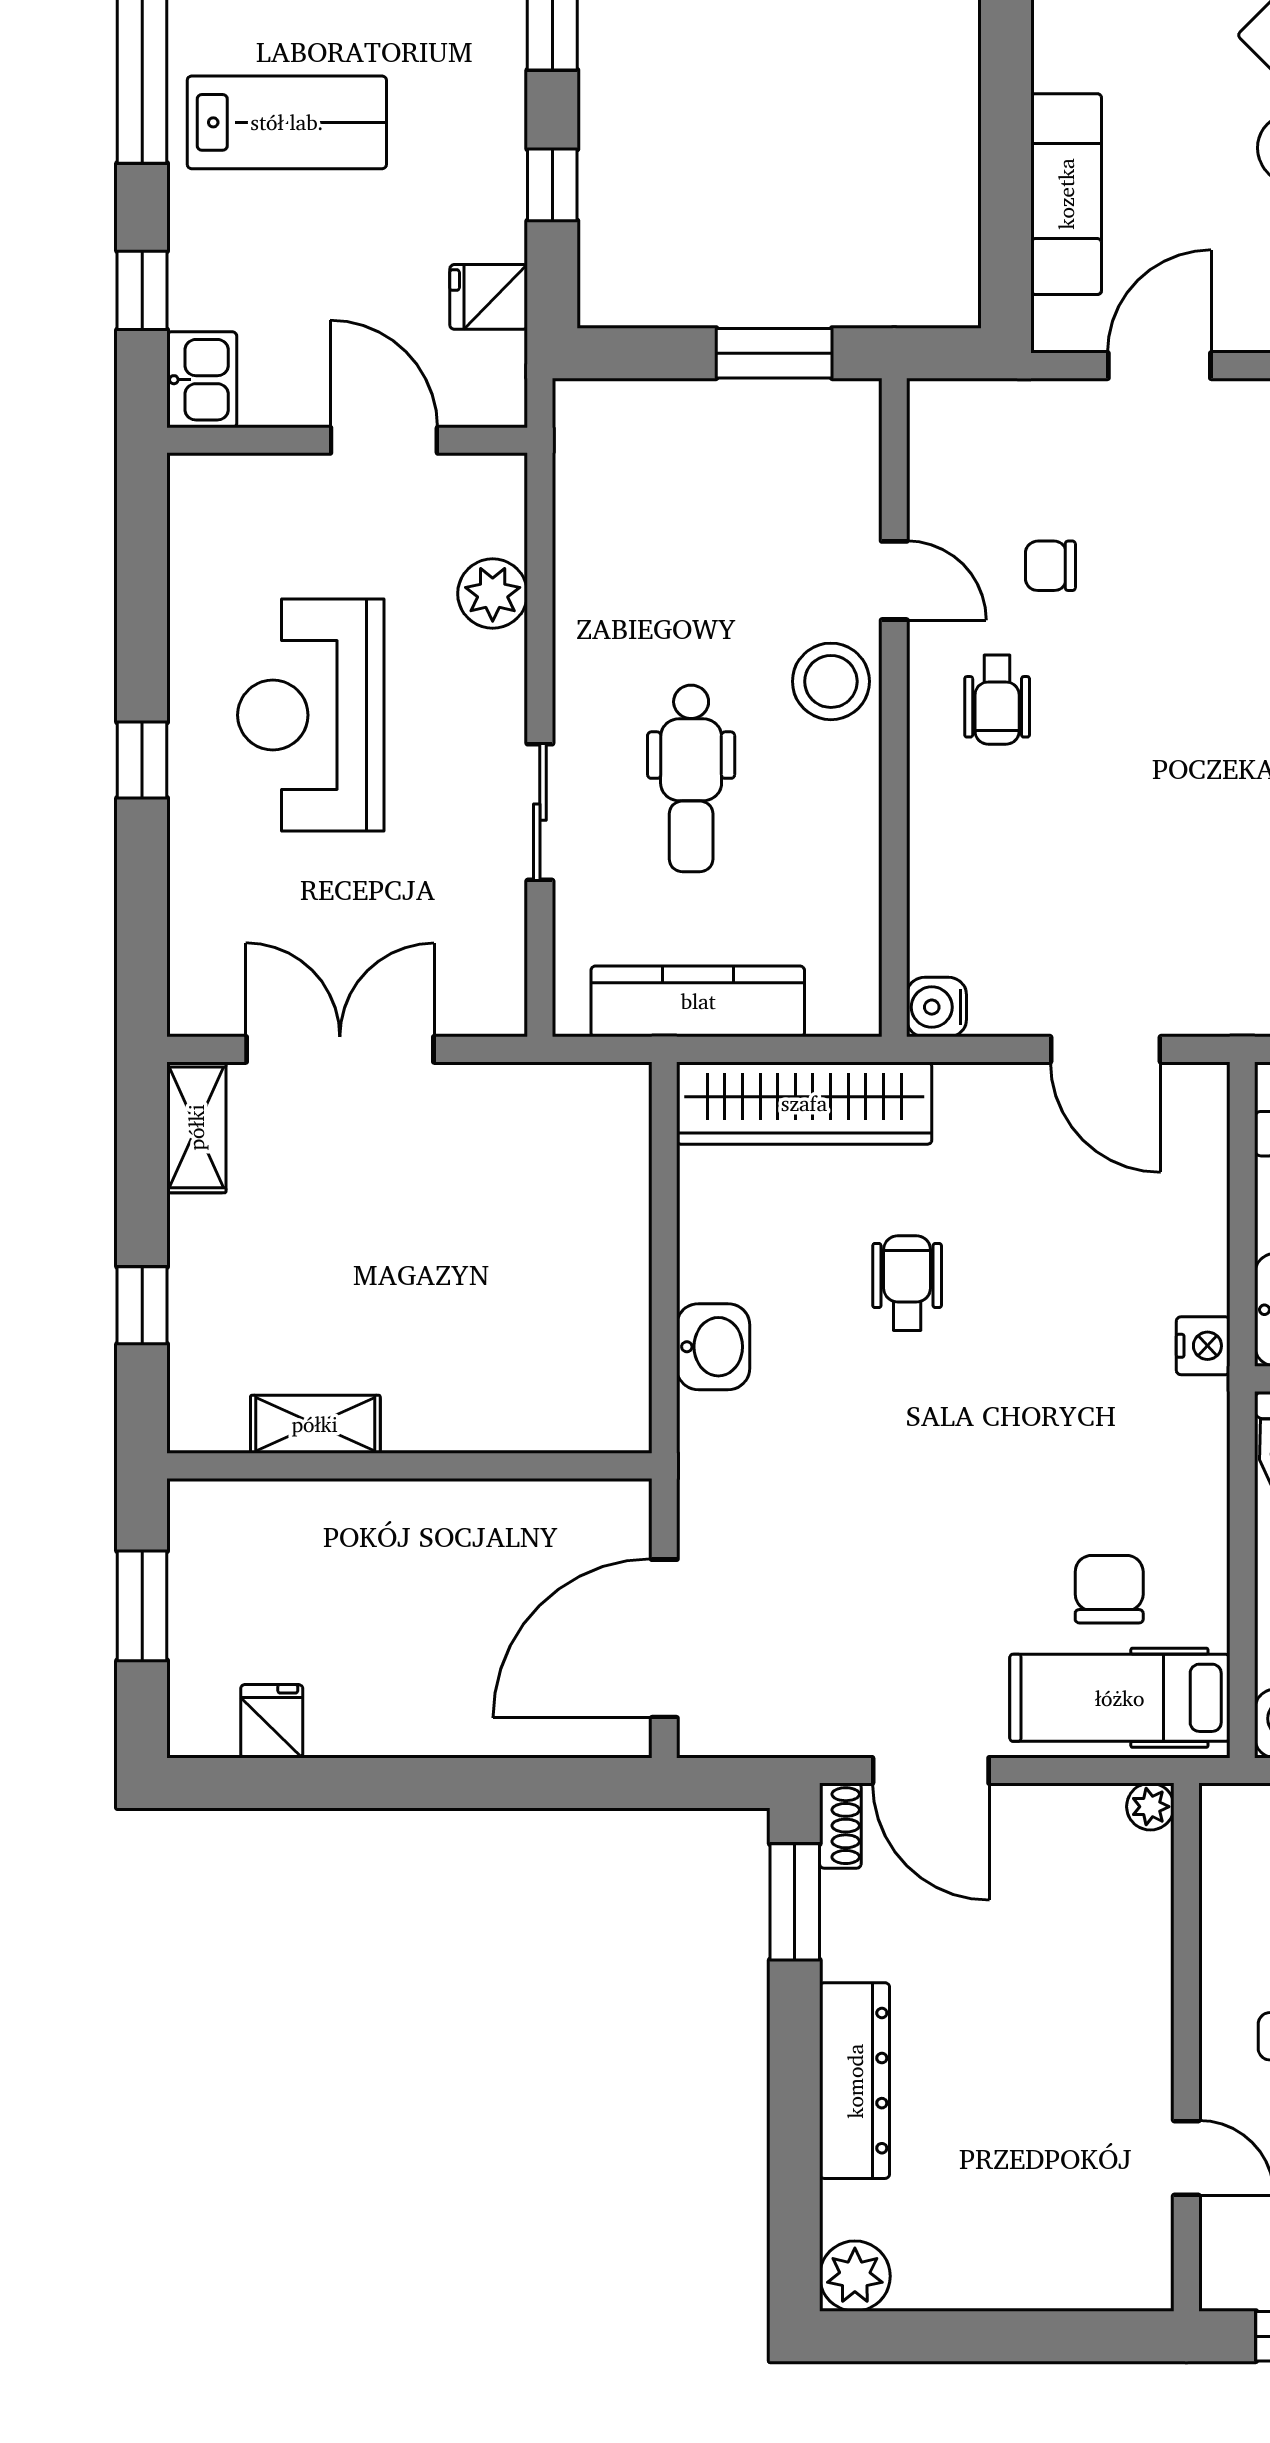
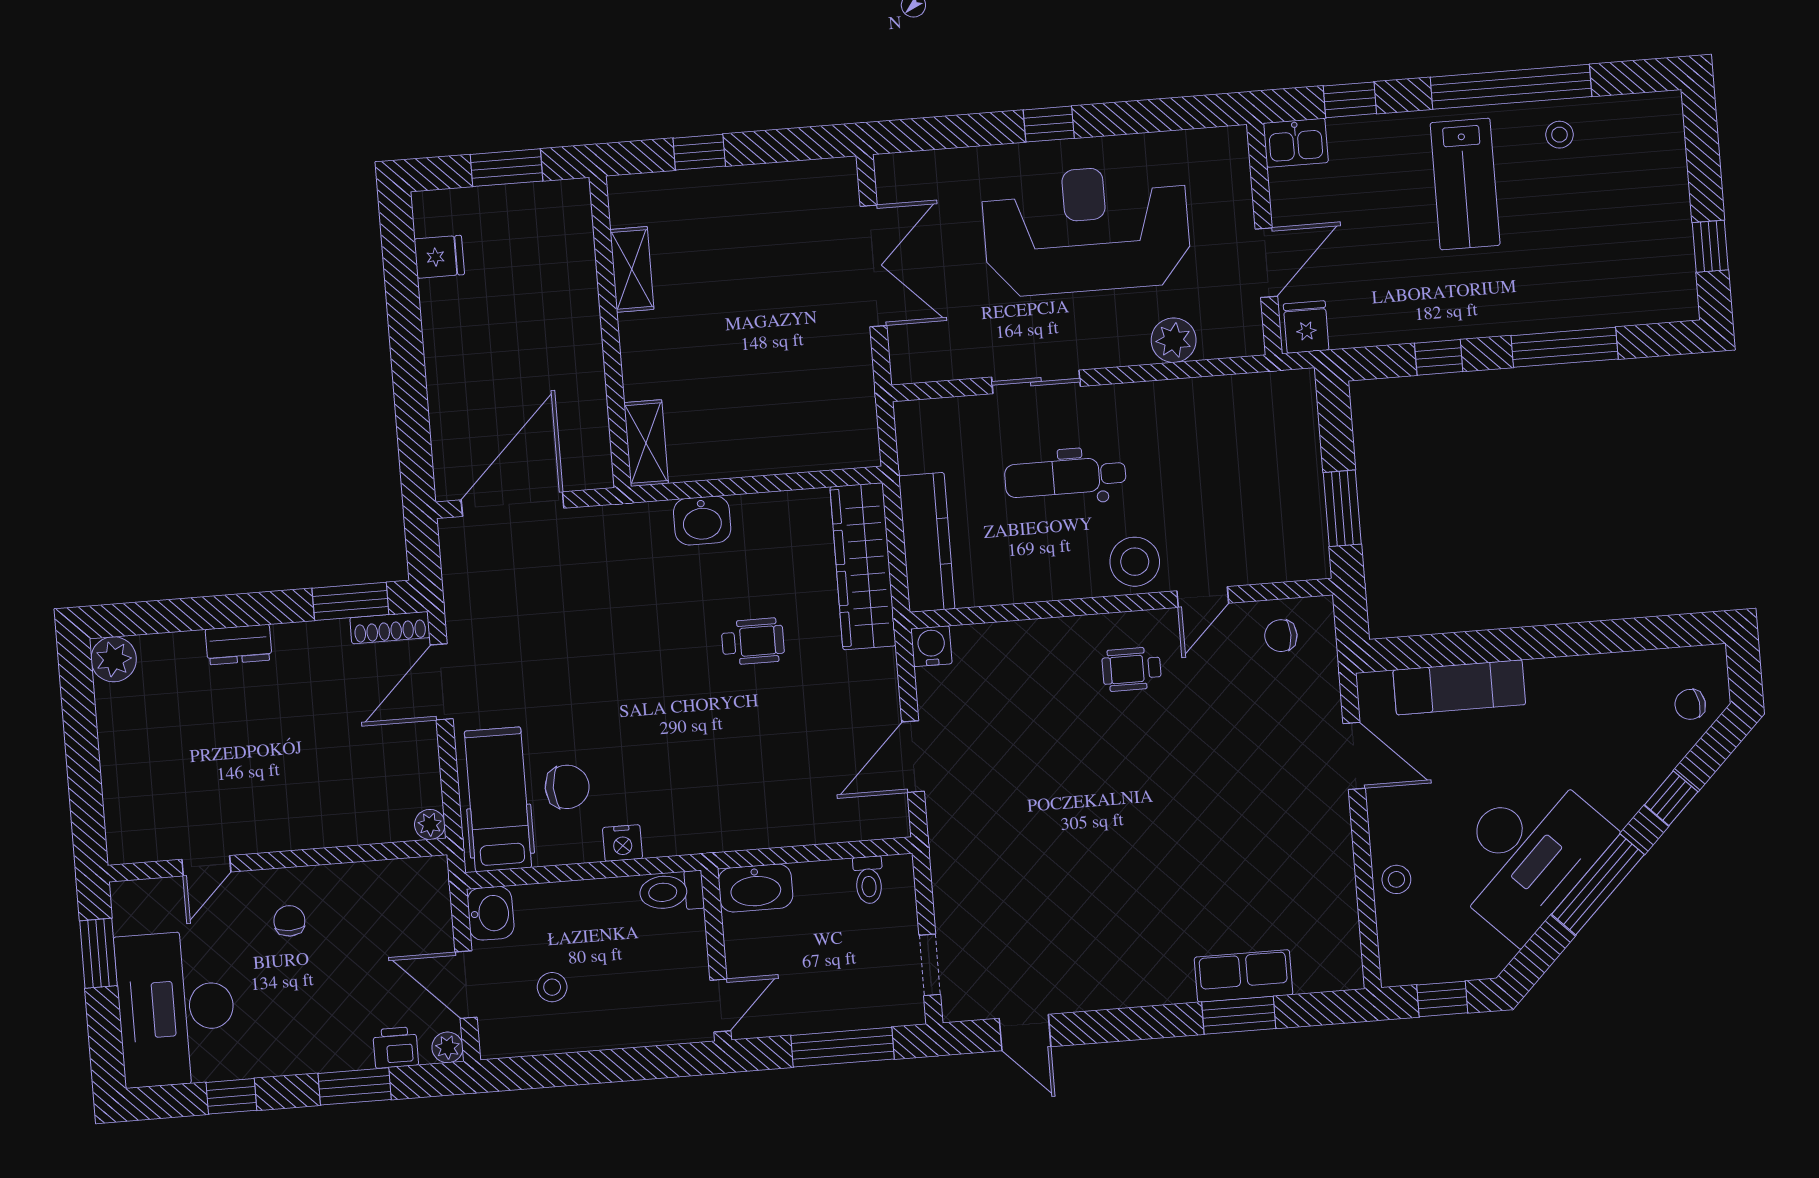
fridge: (489, 297) -> (1306, 327), moved
chair: (1050, 566) -> (1281, 636), moved, turned -90
reception desk: (311, 715) -> (1086, 230), width x1.36, depth x1.30
kitchen counter: (698, 1001) -> (927, 542), moved
shelving: (196, 1127) -> (646, 443), moved, turned 90
nightstand: (1203, 1346) -> (622, 843), moved
door: (664, 1638) -> (513, 504), hinge flipped
shoe rack: (840, 1826) -> (390, 628), width x1.43
dresser: (855, 2081) -> (239, 645), width x0.51, depth x0.80

